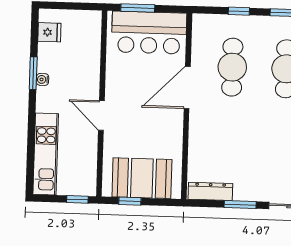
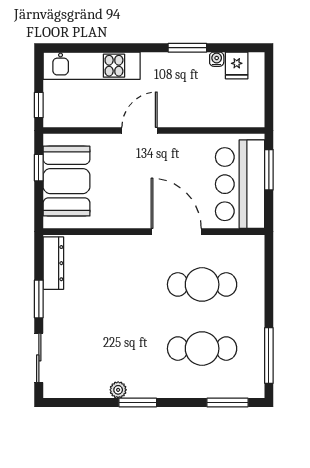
window: (239, 11) -> (269, 290), removed
water cooler: (43, 79) -> (217, 59), moved

